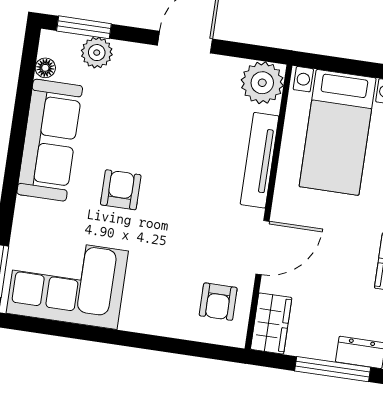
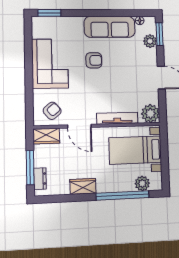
corner sofa: (67, 282) -> (50, 64), moved
armchair: (218, 302) -> (52, 111), turned 140

